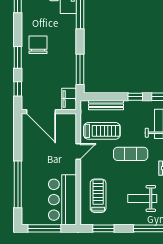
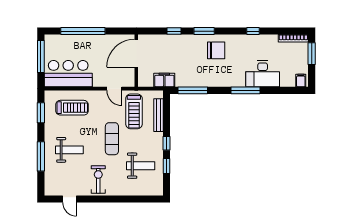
door: (41, 112) -> (136, 53), moved
wall: (49, 112) -> (136, 61), moved
weight bench: (142, 199) -> (69, 150), turned 90

